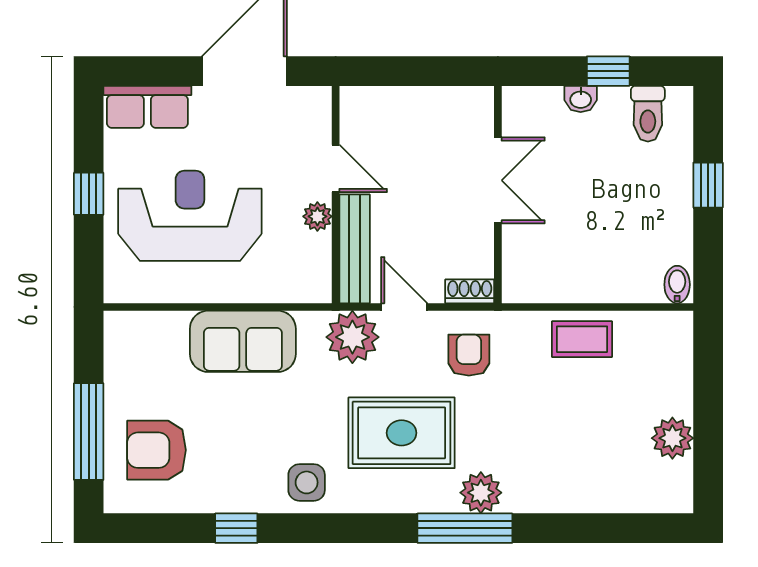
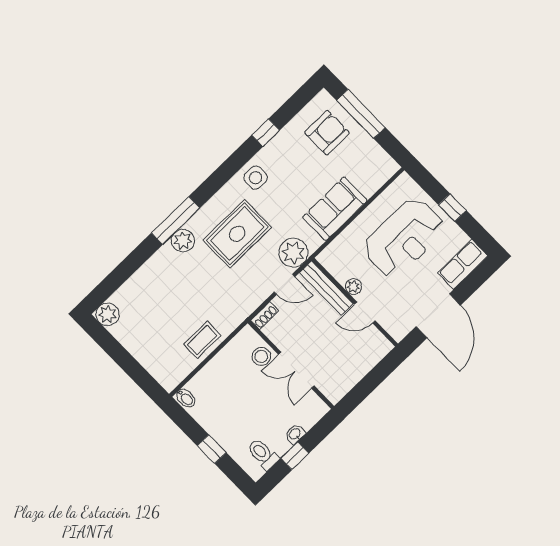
stool: (526, 243) -> (261, 356), added
armchair: (469, 355) -> (241, 290), removed
plant: (672, 438) -> (108, 314), moved

